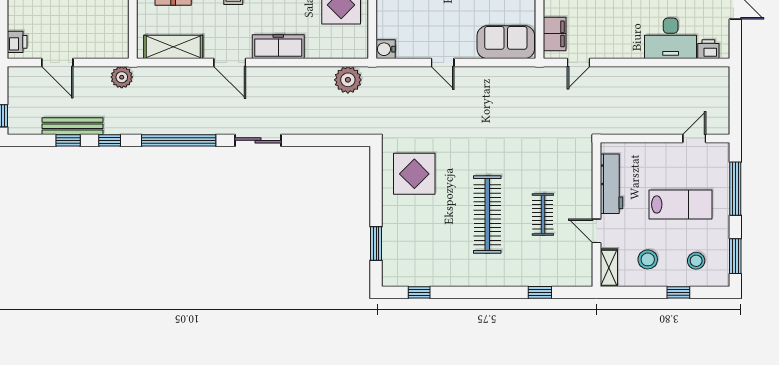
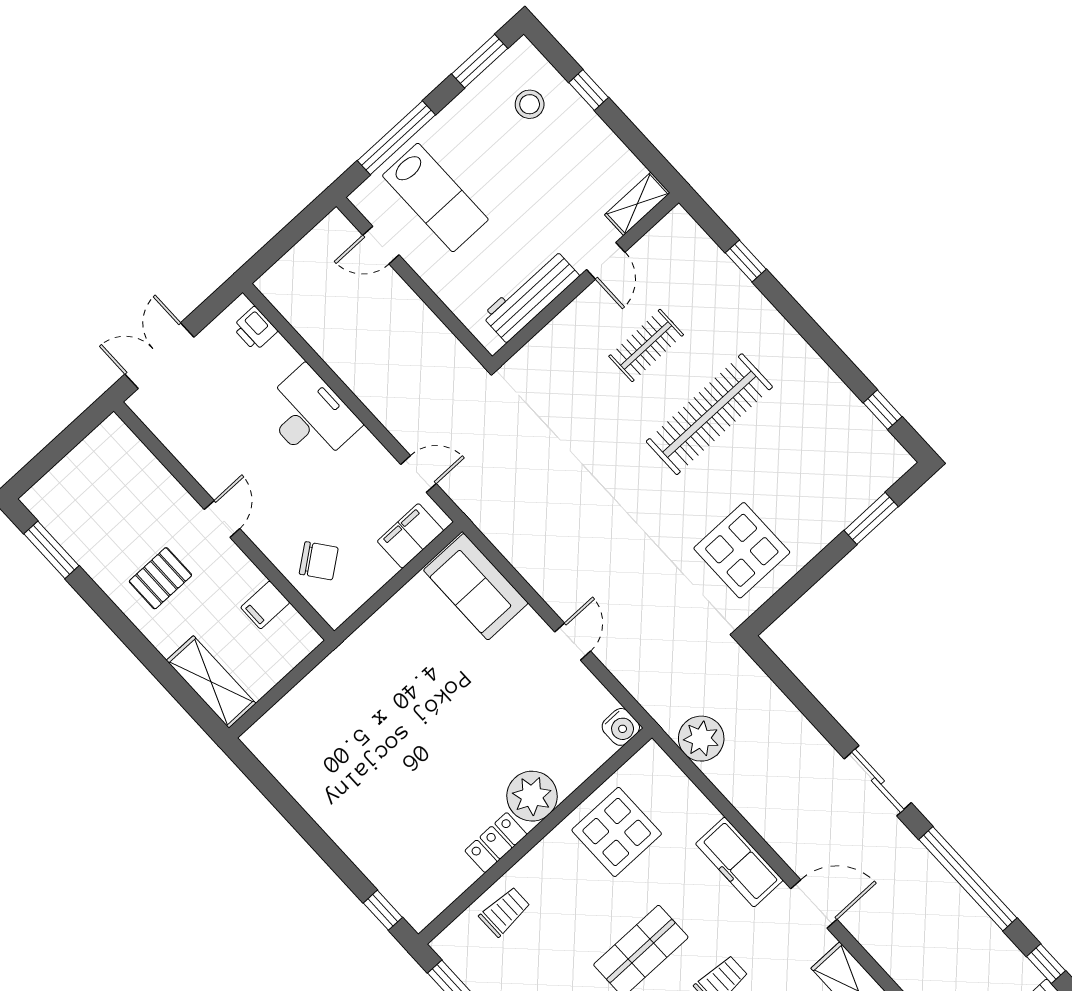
desk: (671, 38) -> (310, 416), moved
door: (230, 62) -> (814, 904), hinge flipped
lab bench: (681, 204) -> (435, 198), moved, turned 180
stool: (648, 259) -> (583, 165), removed

